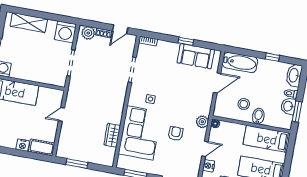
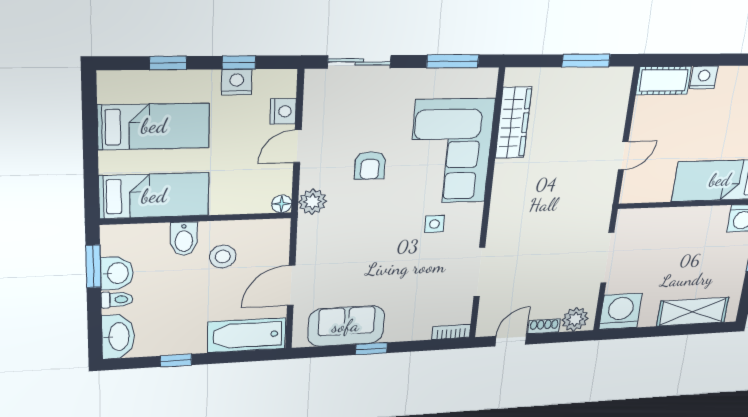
wardrobe: (112, 135) -> (513, 123), width x1.50

